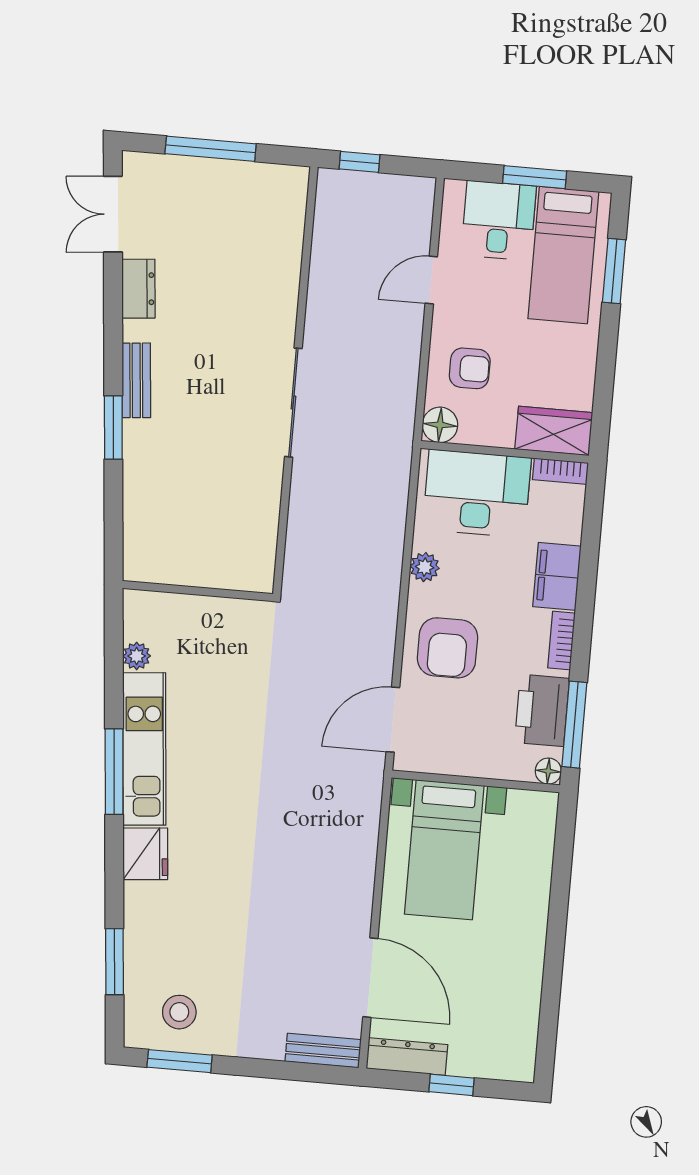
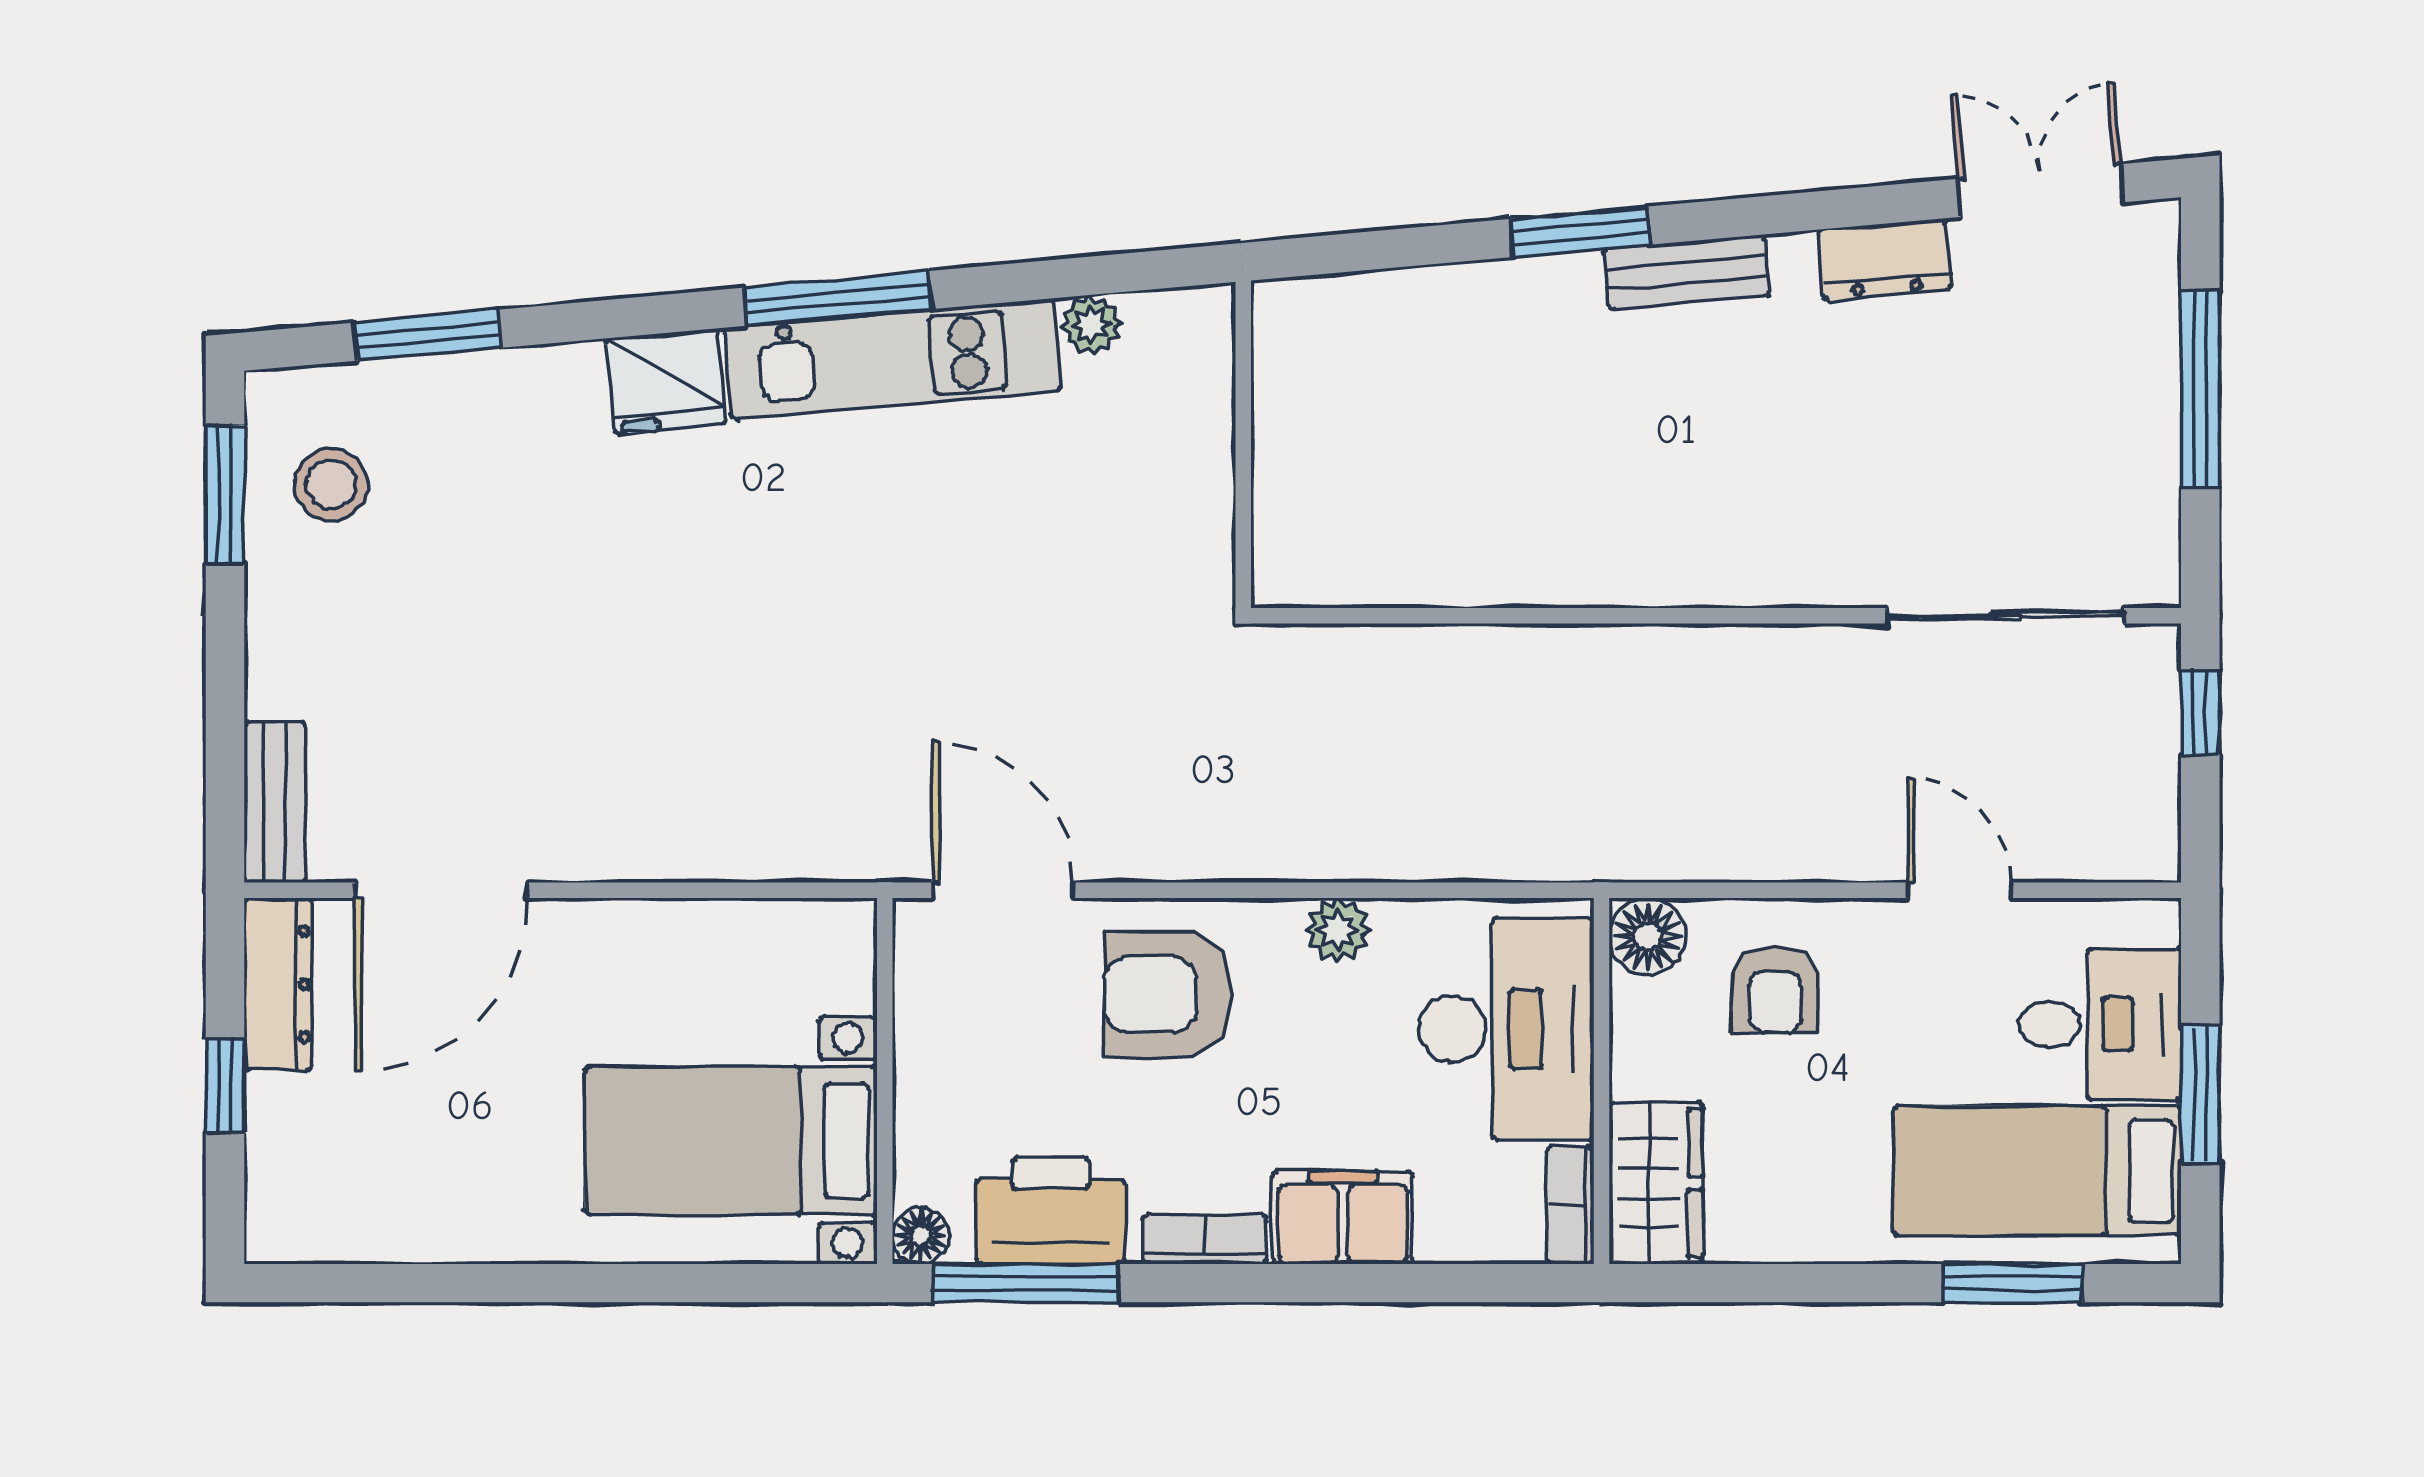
sliding door: (293, 403) -> (2006, 616), moved
bed with nightstands: (444, 850) -> (731, 1141), moved

